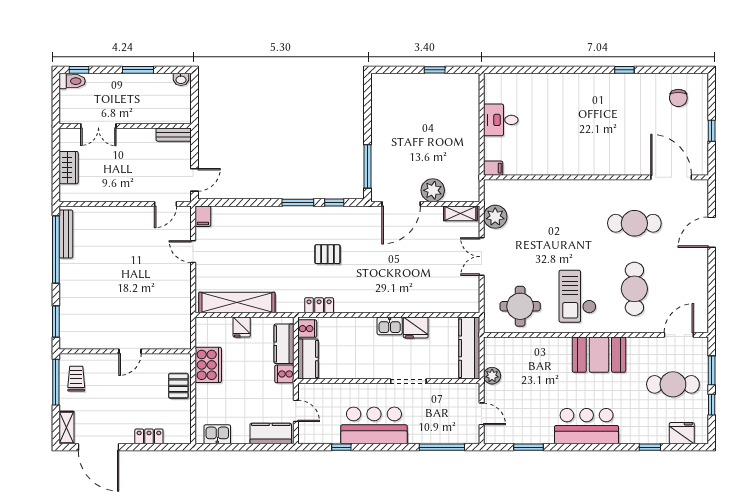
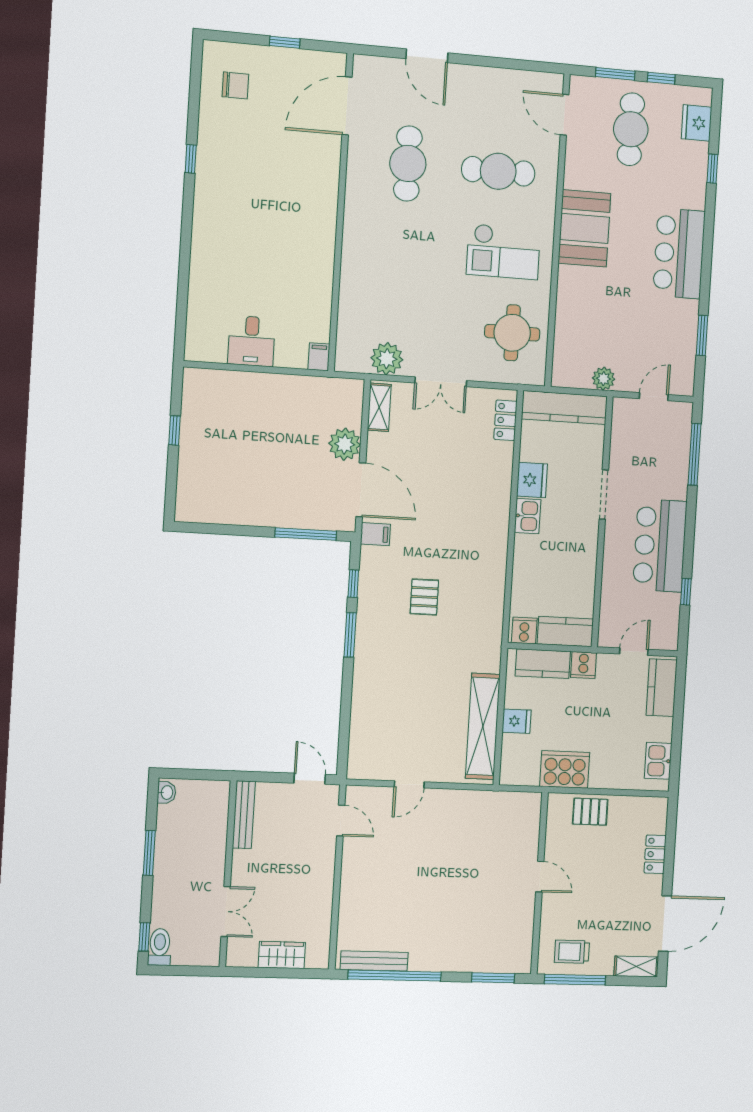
bench: (174, 135) -> (244, 815), width x1.36
filing cabinet: (203, 216) -> (375, 534), moved
locker: (319, 305) -> (505, 420), moved

